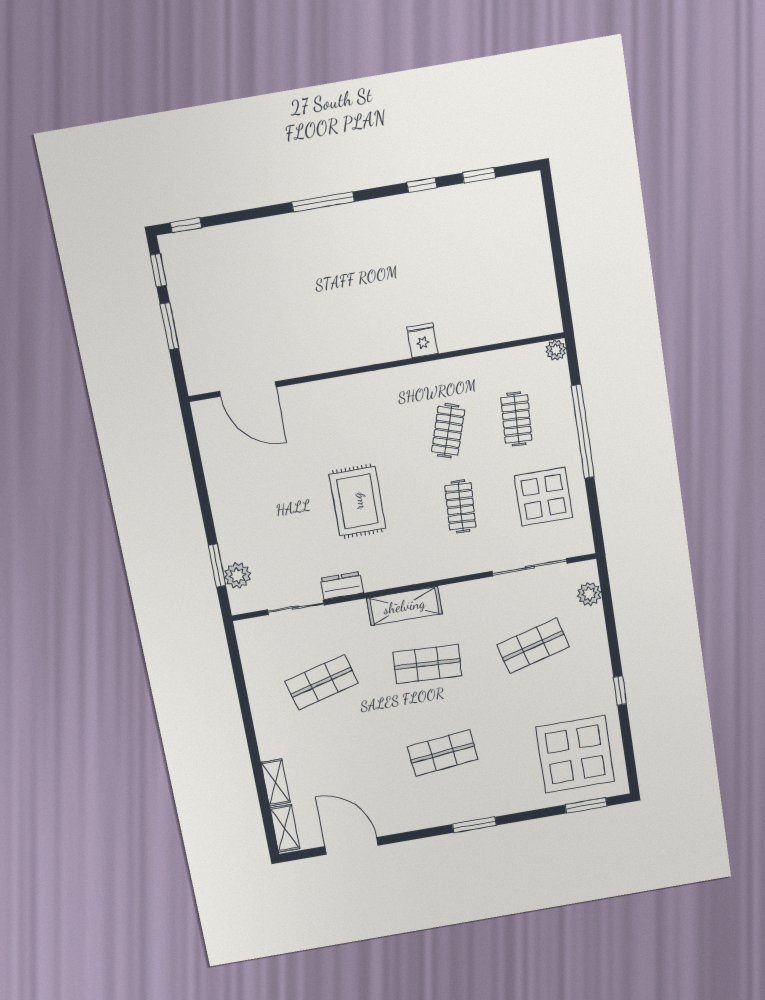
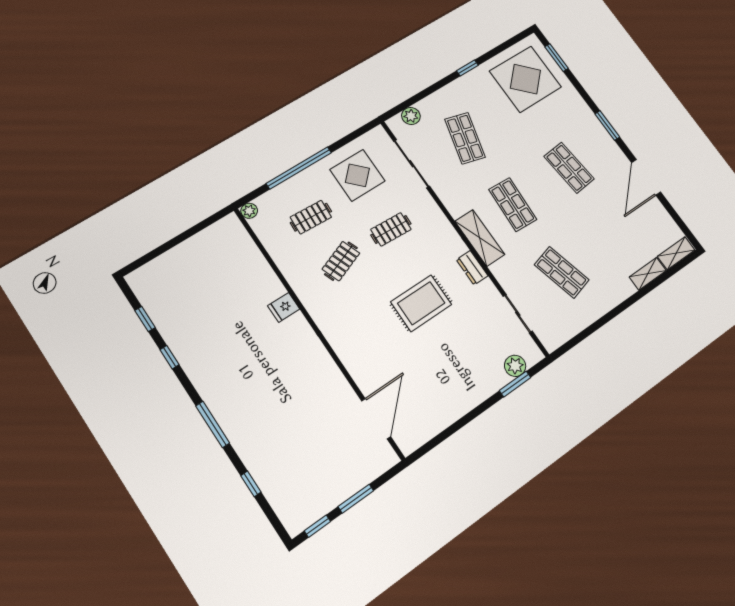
window: (186, 225) -> (251, 484), moved
clothes rail: (448, 431) -> (341, 261), turned -39
dresser: (342, 586) -> (472, 268), moved
shop shelf: (533, 646) -> (465, 138), turned 30
door: (352, 846) -> (646, 177), moved

